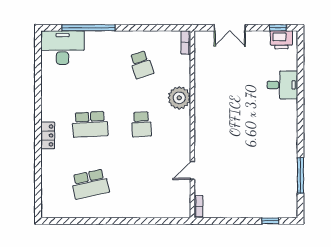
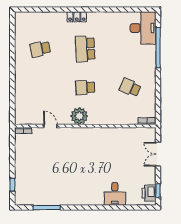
school desk: (141, 65) -> (130, 88), turned 42
plant: (179, 98) -> (79, 116), moved
school desk: (90, 184) -> (40, 49), width x0.54

